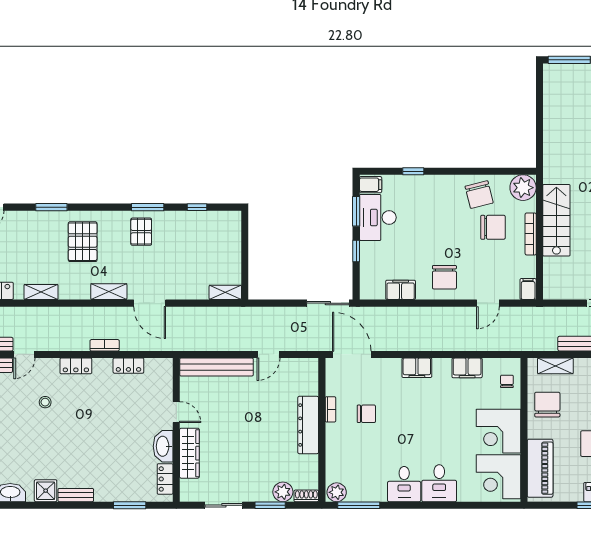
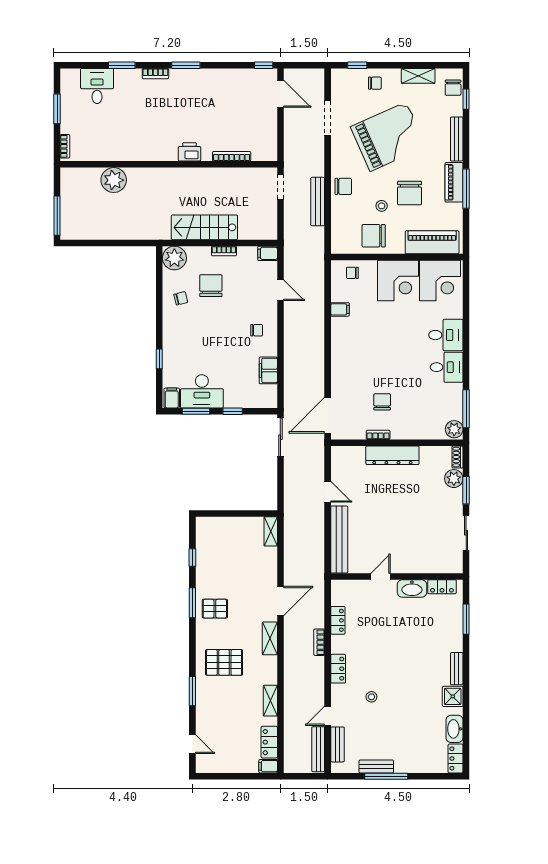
chair: (479, 195) -> (181, 298), width x0.54, depth x0.54
bookcase: (531, 234) -> (224, 251), width x0.64
chair: (444, 277) -> (257, 330), width x0.54, depth x0.54
door: (24, 354) -> (328, 716), swing flipped
shelving: (555, 366) -> (338, 228), removed
filing cabinet: (417, 368) -> (340, 355), removed
filing cabinet: (467, 368) -> (340, 309), width x0.50
stool: (580, 413) -> (382, 206), added
wardrobe: (189, 453) -> (418, 564), removed

